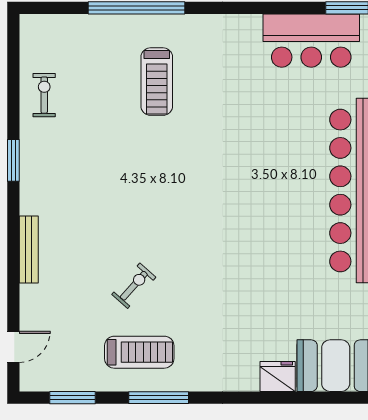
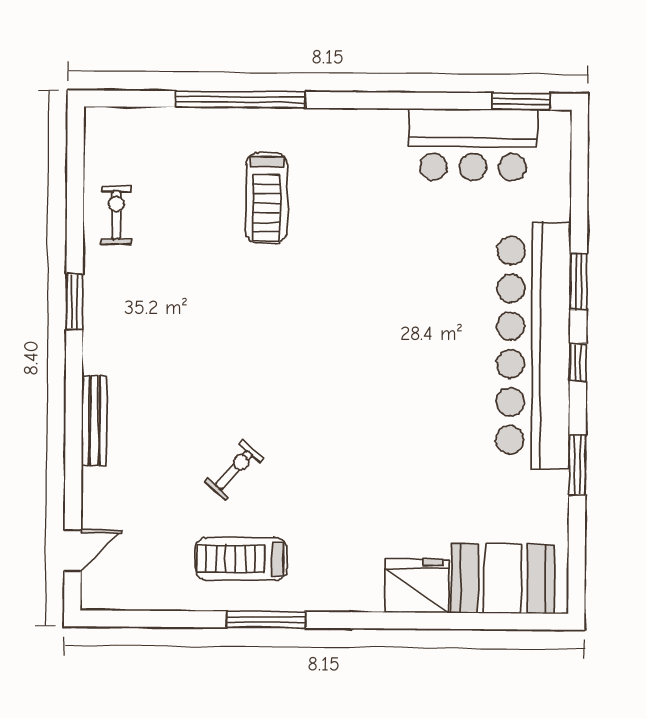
treadmill: (139, 352) -> (241, 559), turned 180
fridge: (278, 377) -> (417, 586), width x1.36, depth x1.34
window: (73, 398) -> (151, 619), removed

